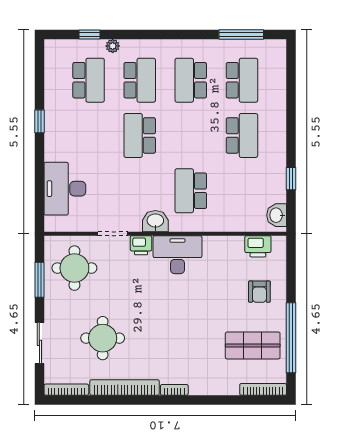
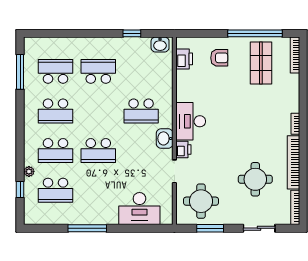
school desk: (89, 80) -> (55, 190), turned 180
school desk: (140, 80) -> (55, 151), turned 180
window: (39, 121) -> (87, 228), width x2.17

